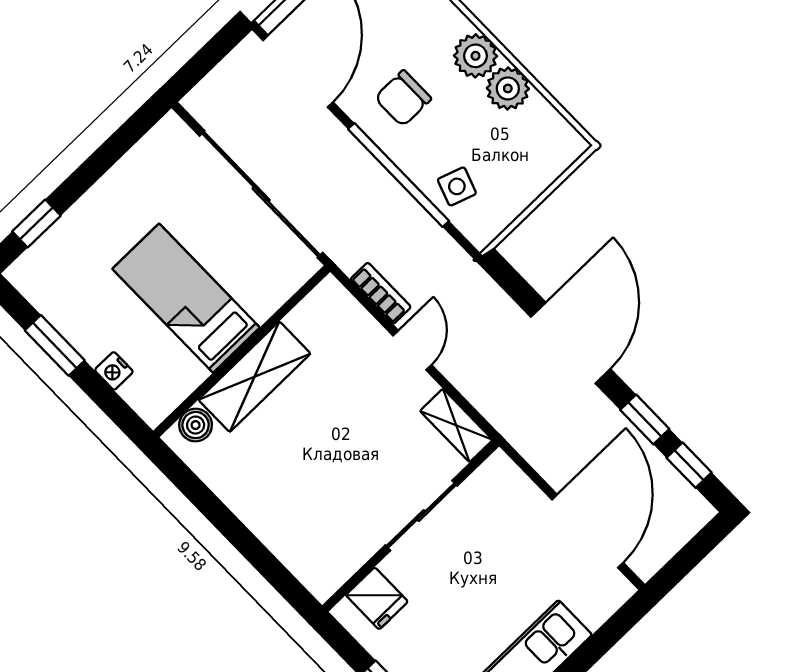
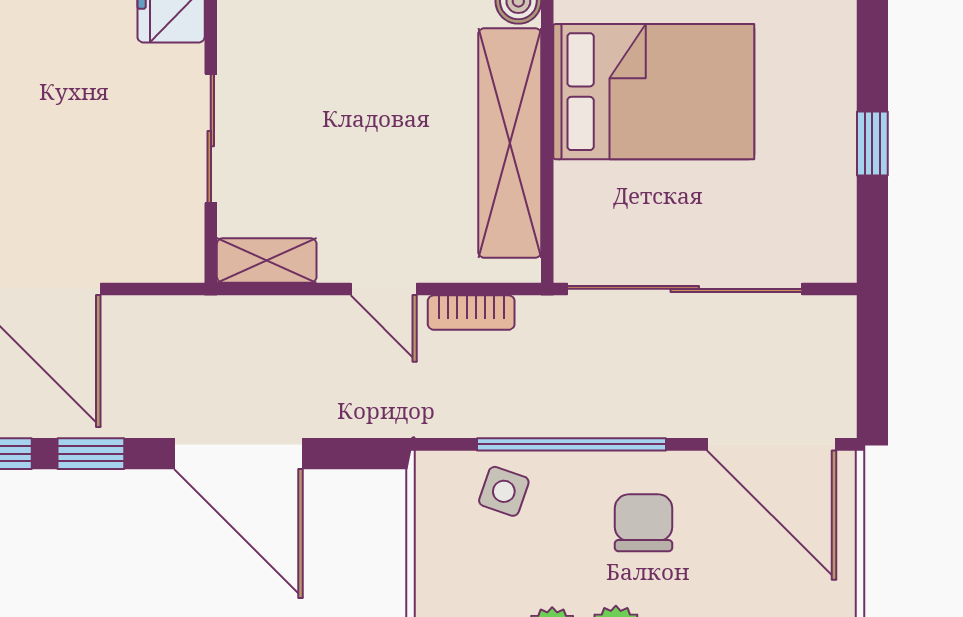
window: (36, 223) -> (872, 144), moved
bed: (186, 298) -> (654, 92), width x1.50
shelving: (254, 377) -> (510, 143), width x1.47

